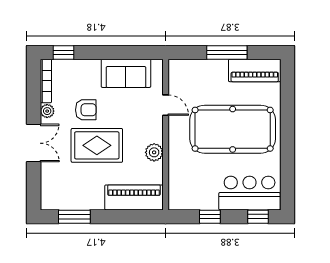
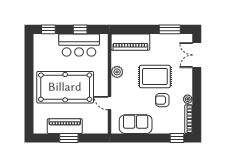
window: (227, 52) -> (69, 138), width x0.69
piano: (255, 70) -> (65, 126), moved
double door: (34, 143) -> (197, 55), moved
bar counter: (250, 193) -> (79, 45), moved

